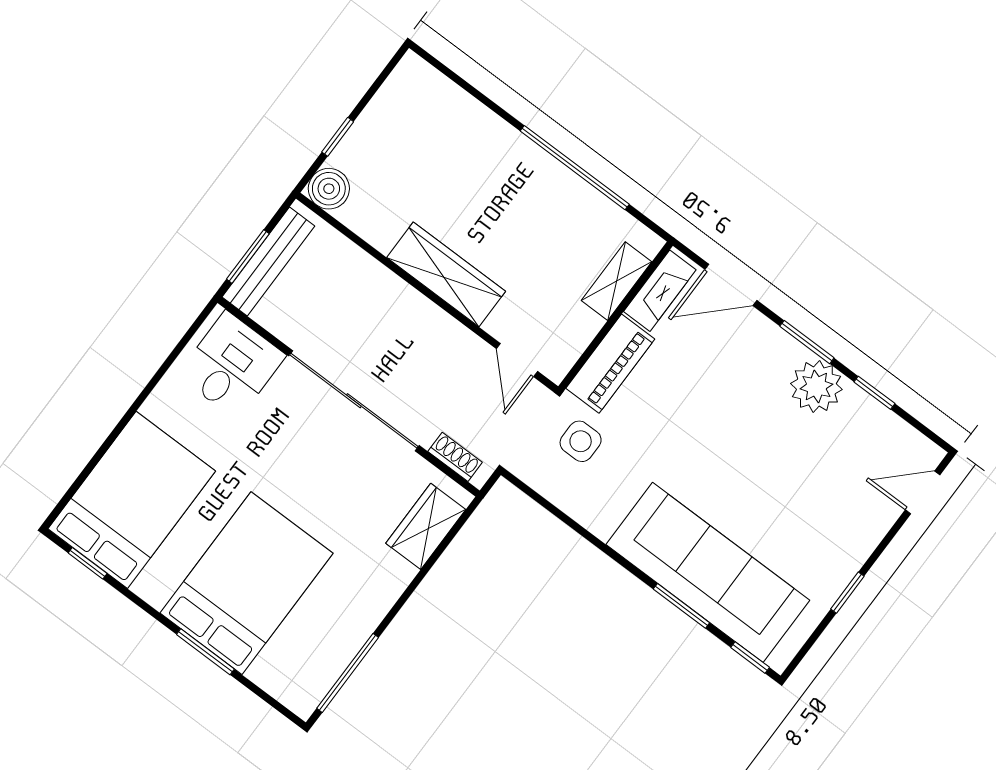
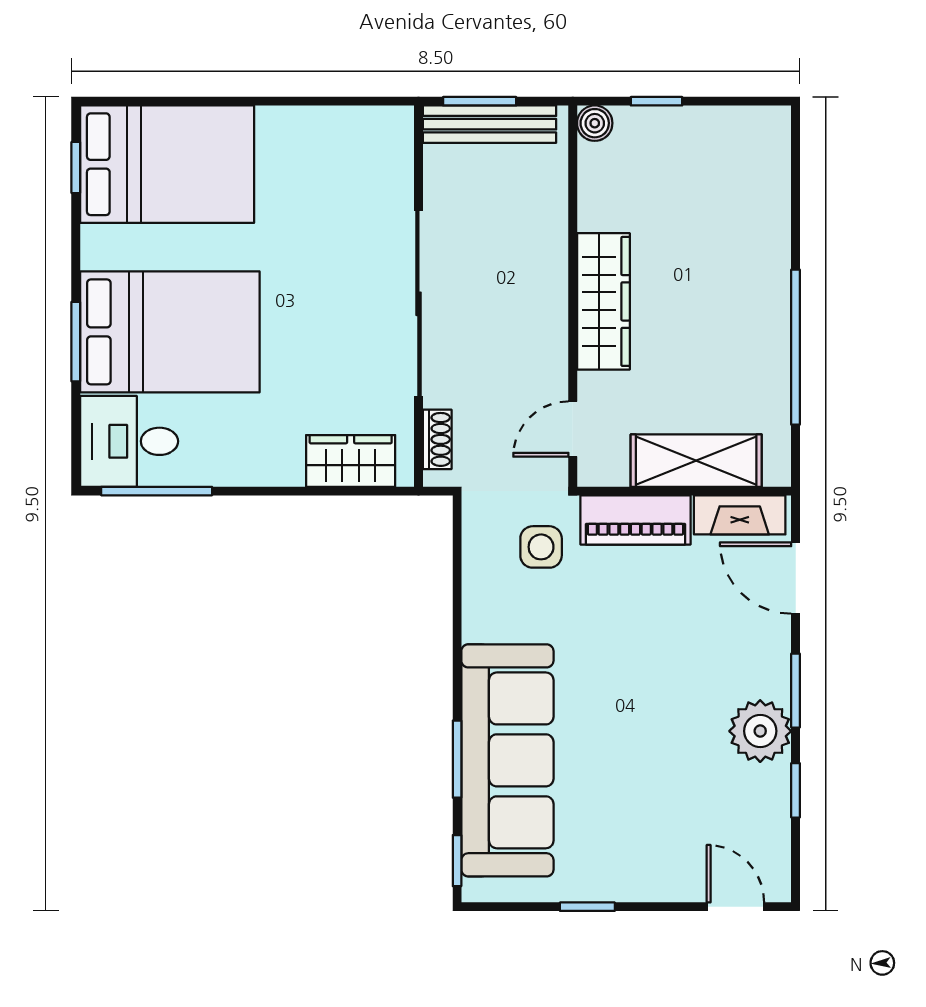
boiler: (329, 189) -> (595, 123), width x0.73, depth x0.73
shelving: (616, 281) -> (696, 461), width x1.50, depth x1.33
desk: (232, 365) -> (129, 441), moved, turned 180

